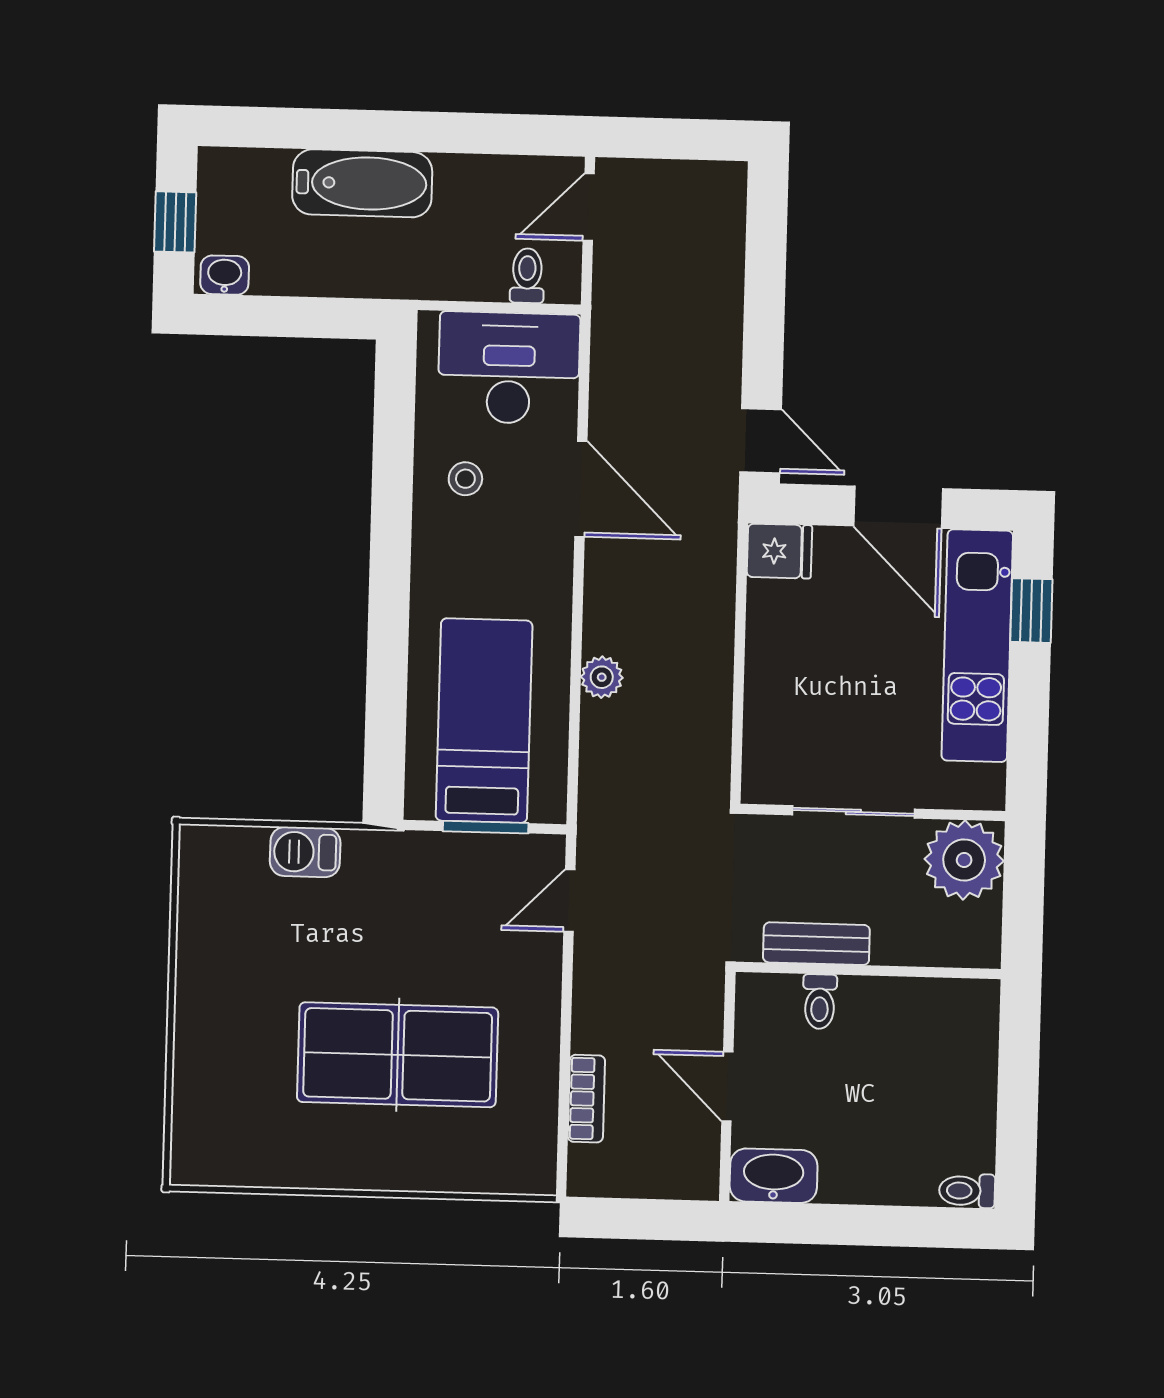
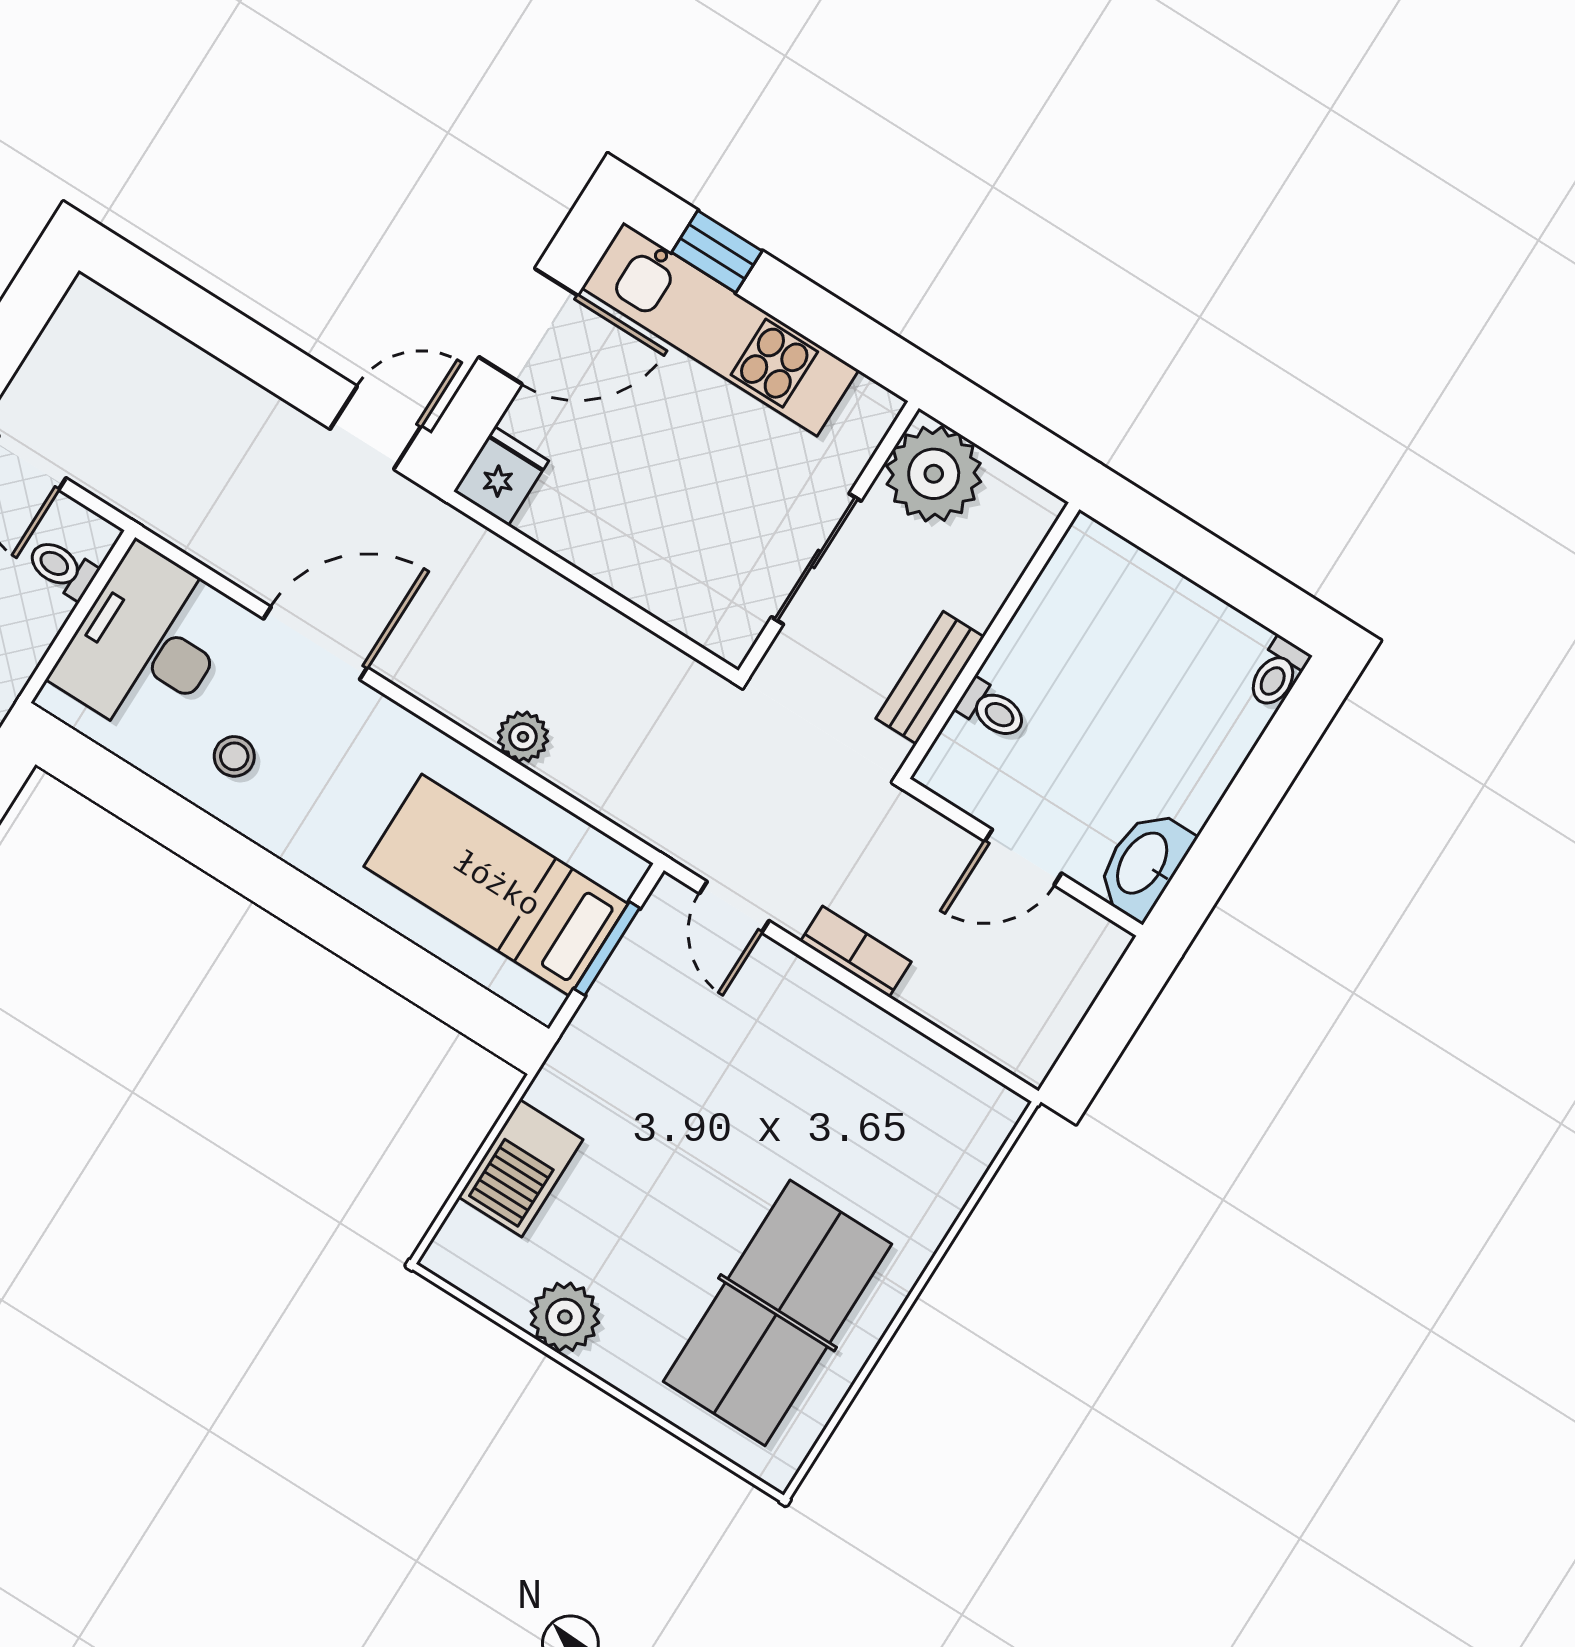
barbecue: (305, 852) -> (521, 1168), width x1.38, depth x1.27
plant: (204, 953) -> (565, 1317), added
table tennis table: (398, 1055) -> (778, 1313), moved
bookcase: (586, 1099) -> (856, 952), moved

